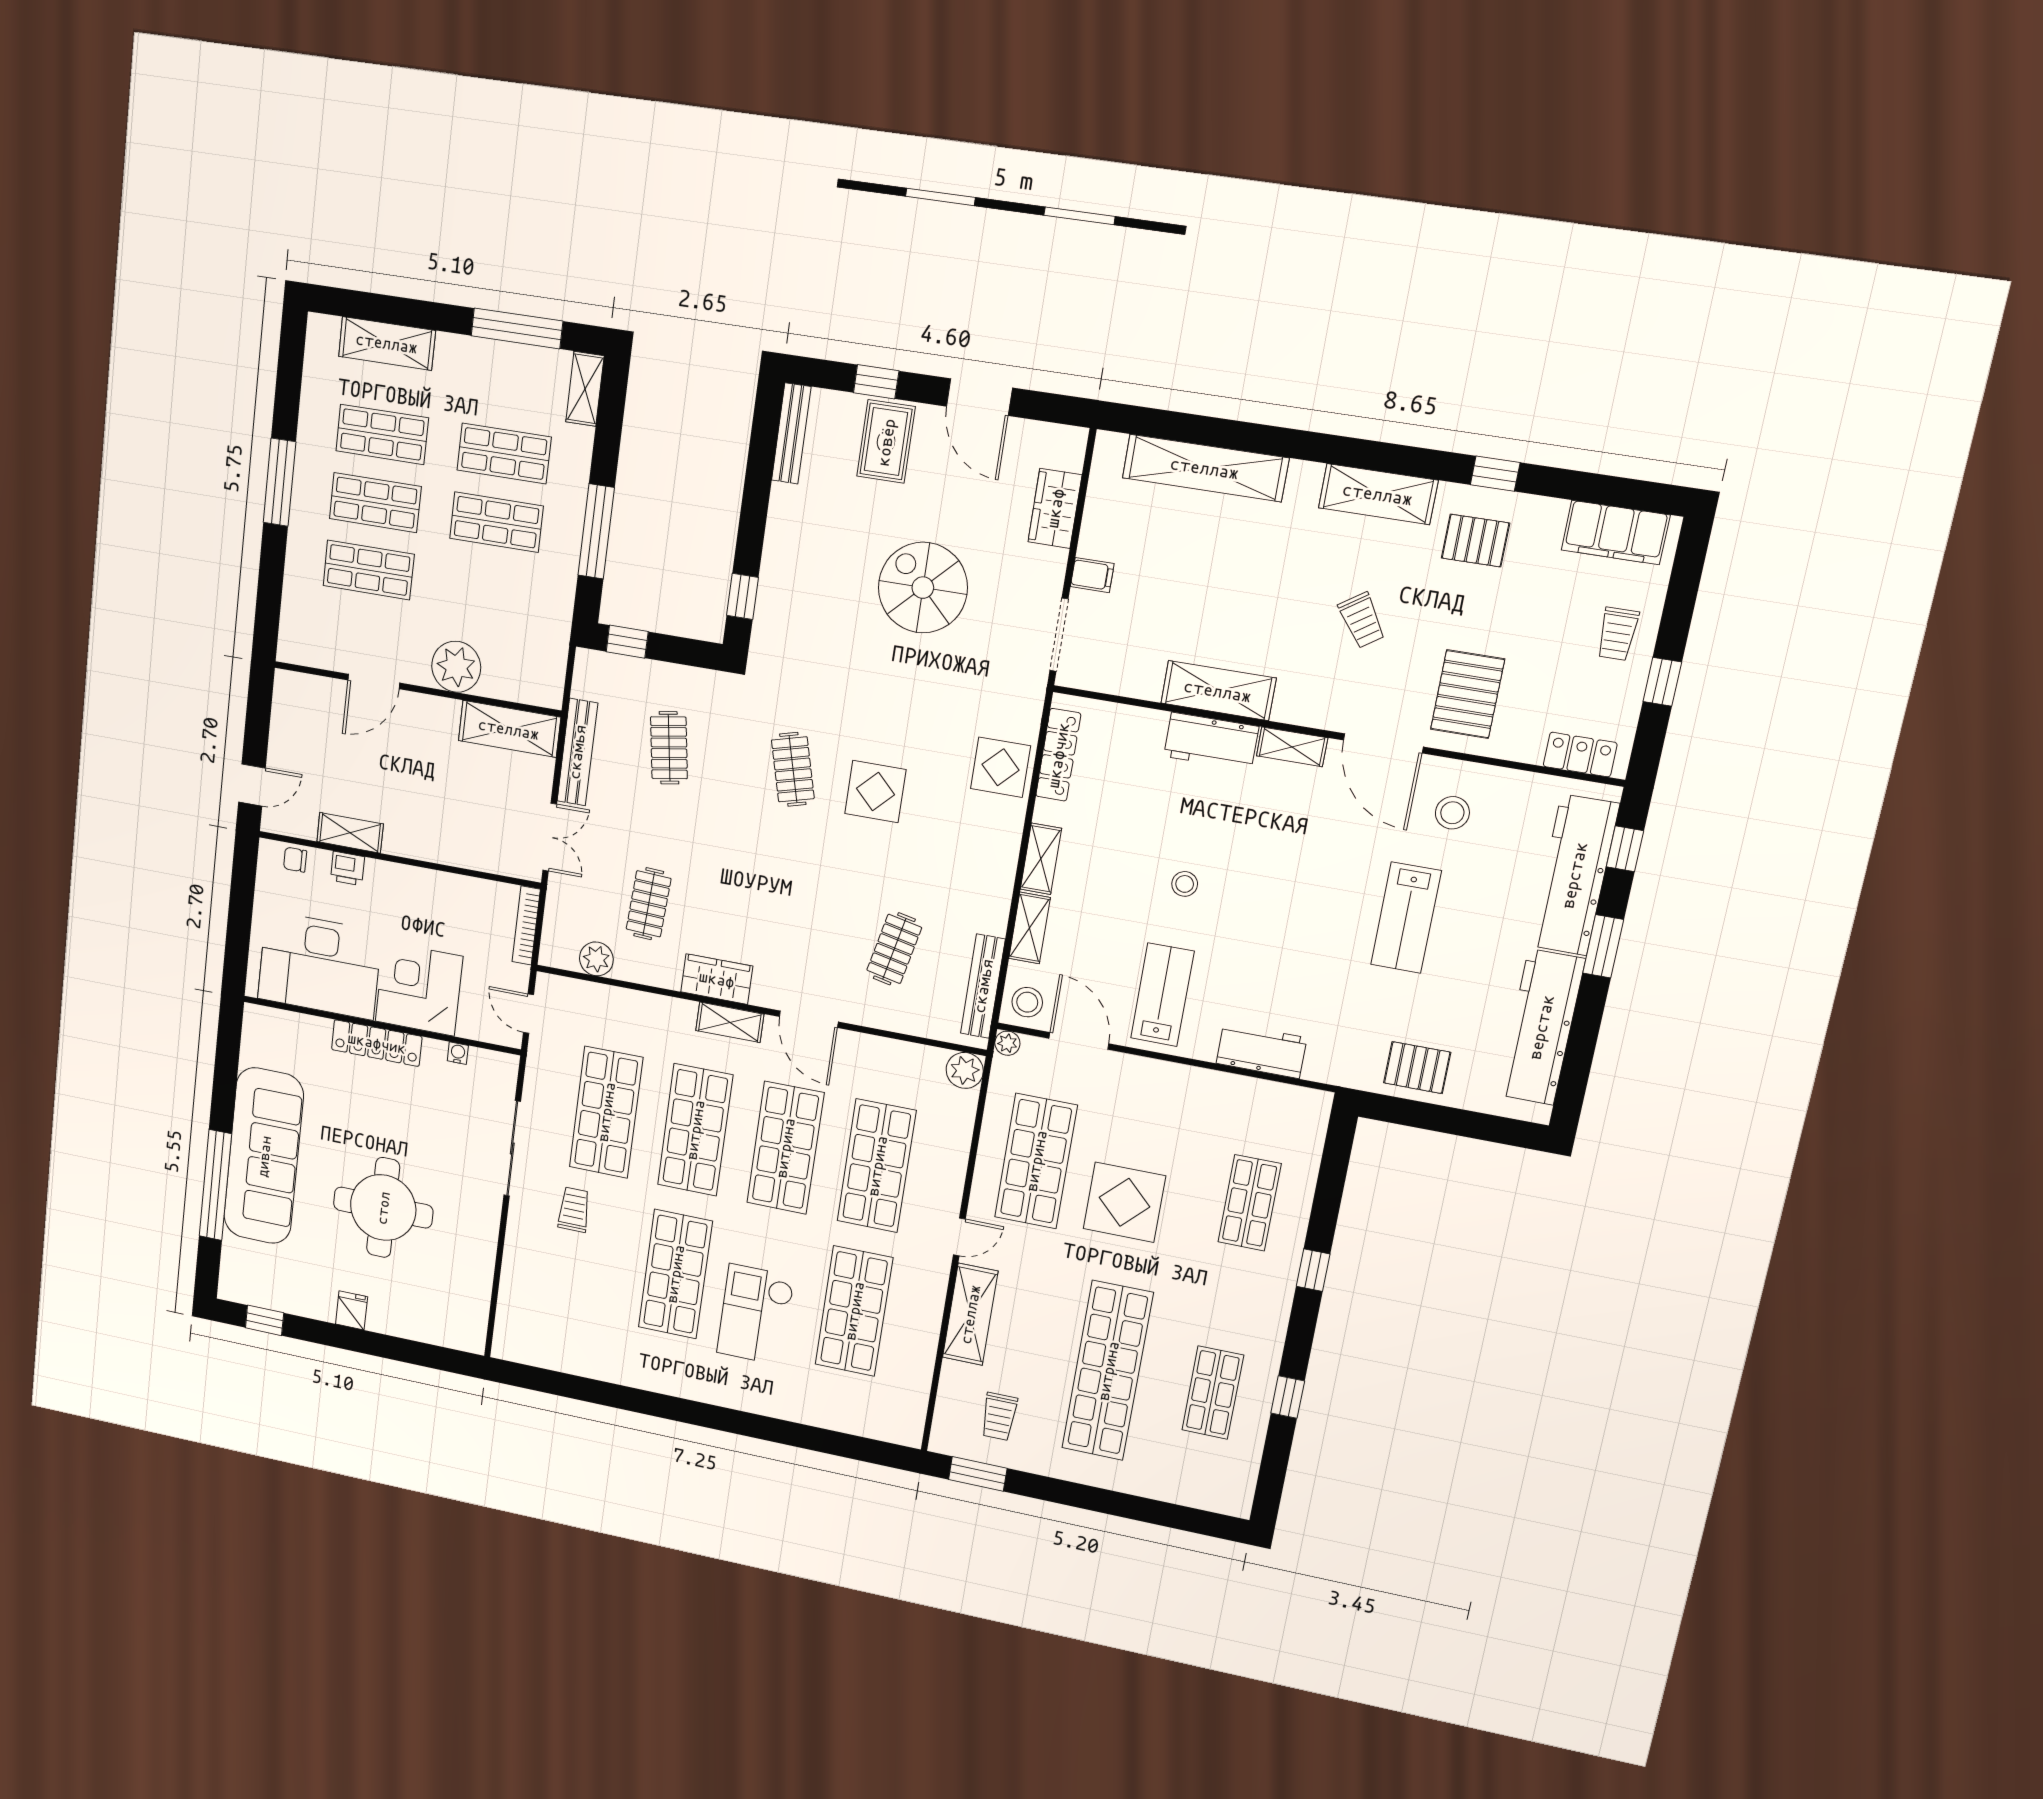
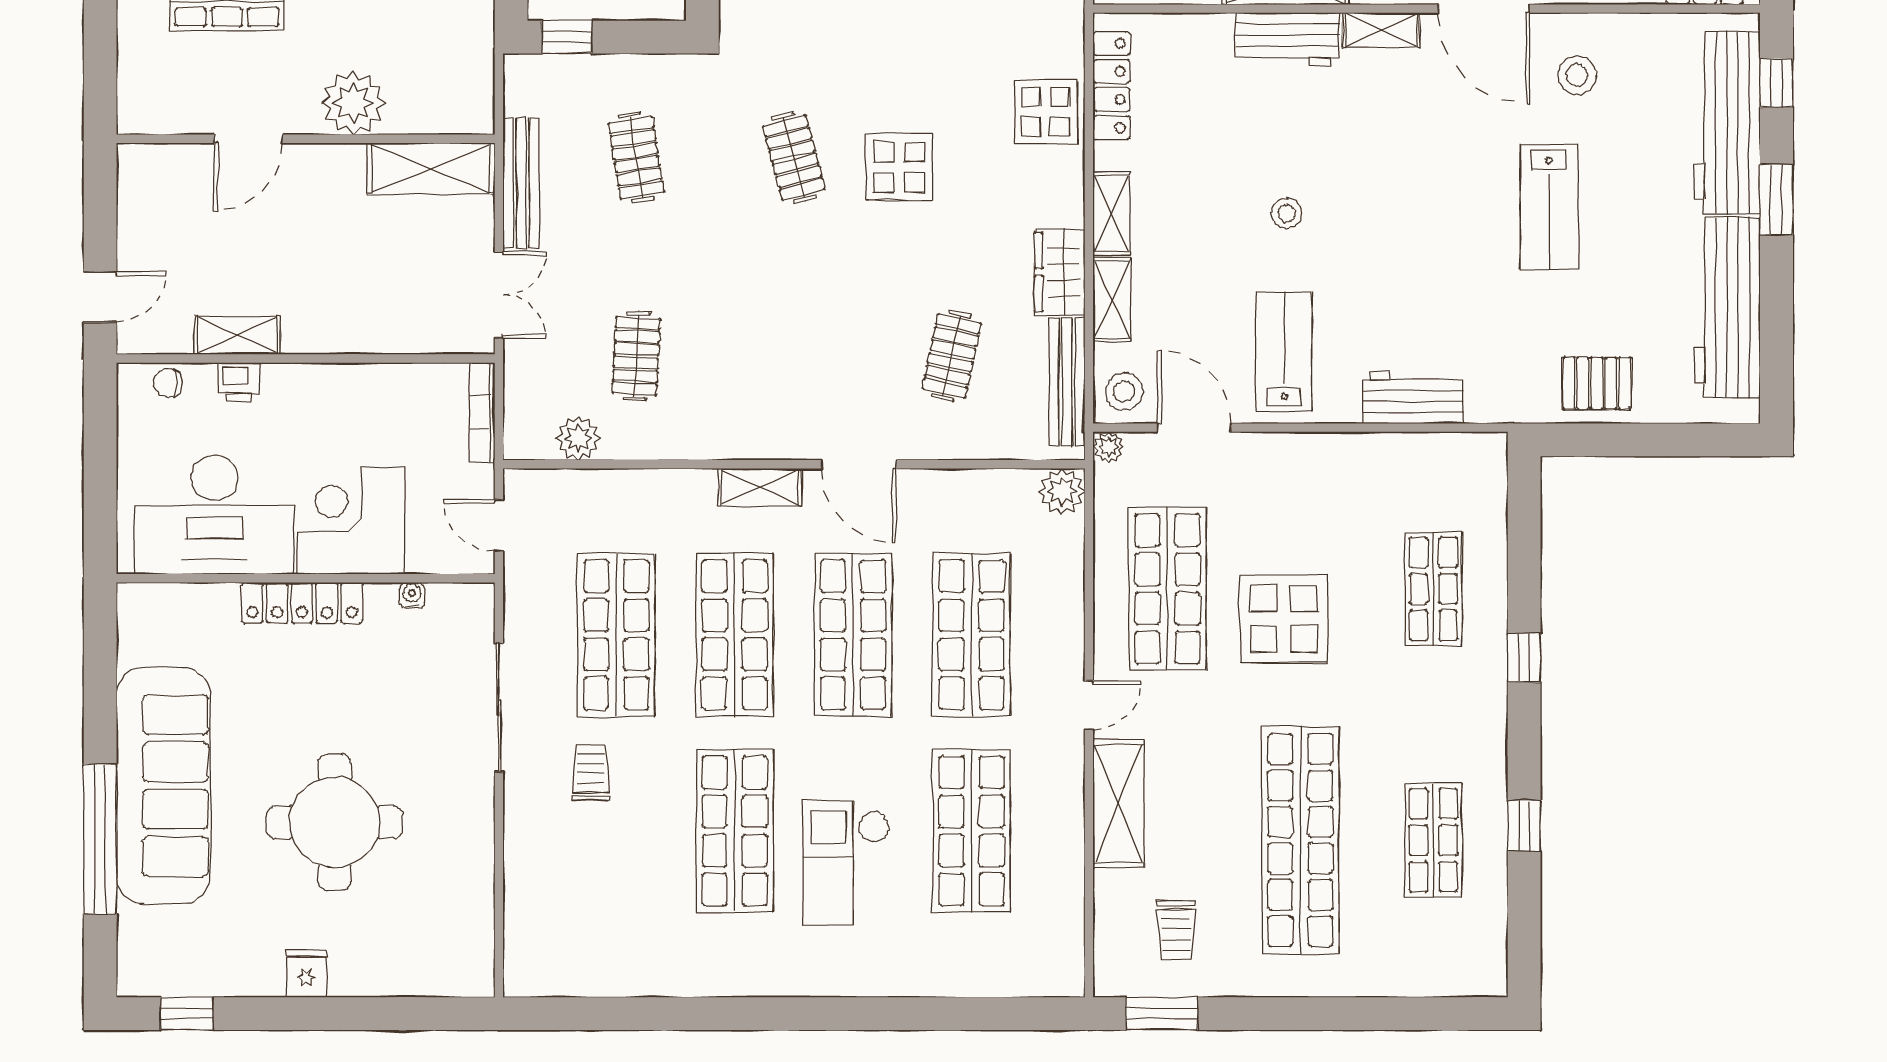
wardrobe: (717, 979) -> (1060, 272), moved, turned -90

